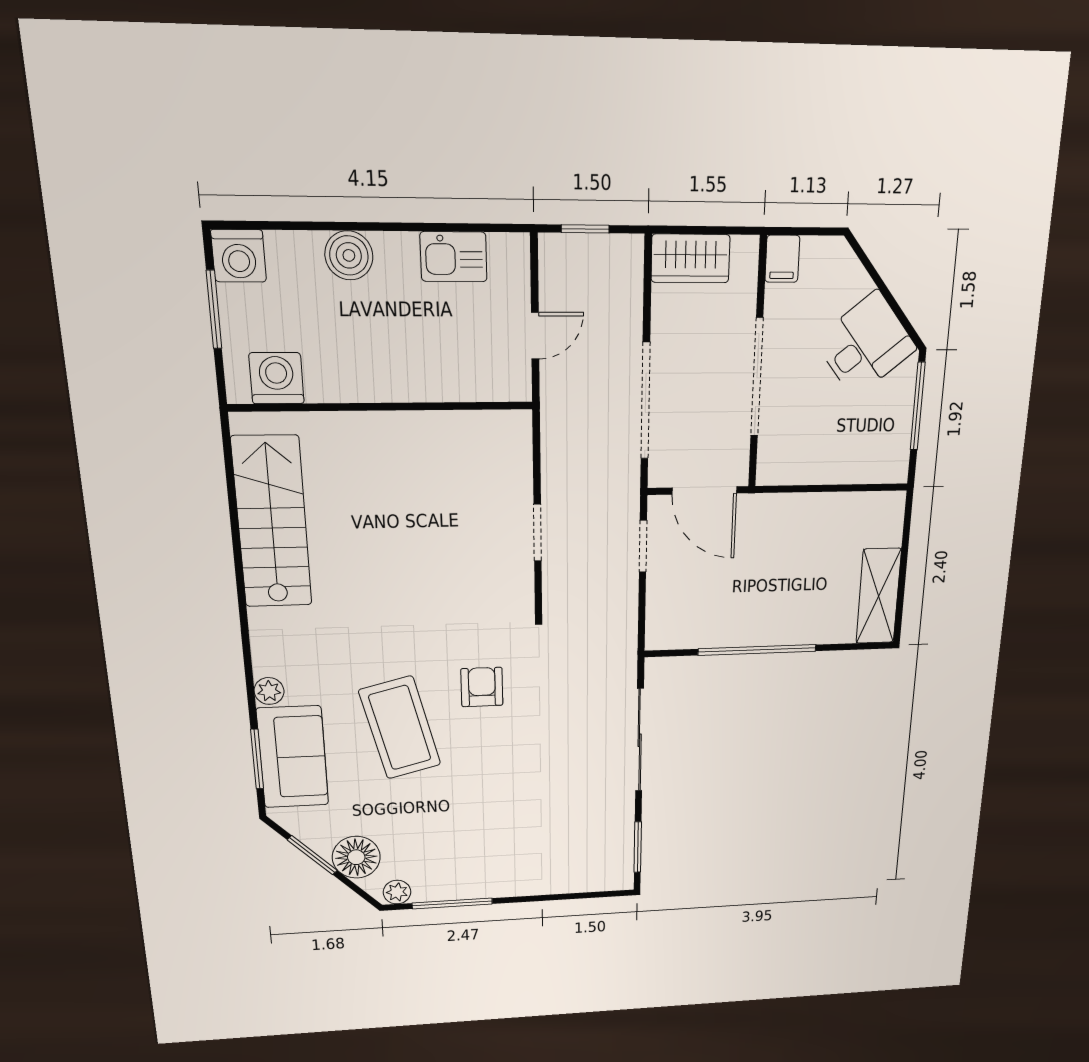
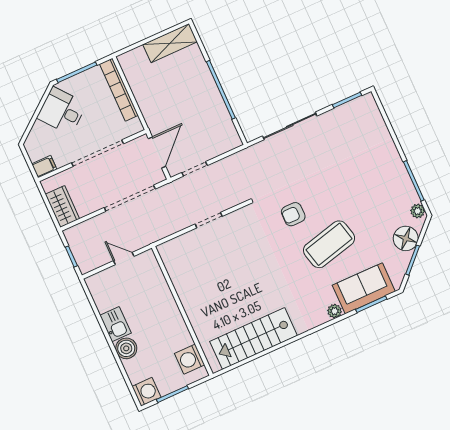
kitchen sink: (454, 257) -> (116, 324), moved
bookcase: (848, 470) -> (119, 90), added

